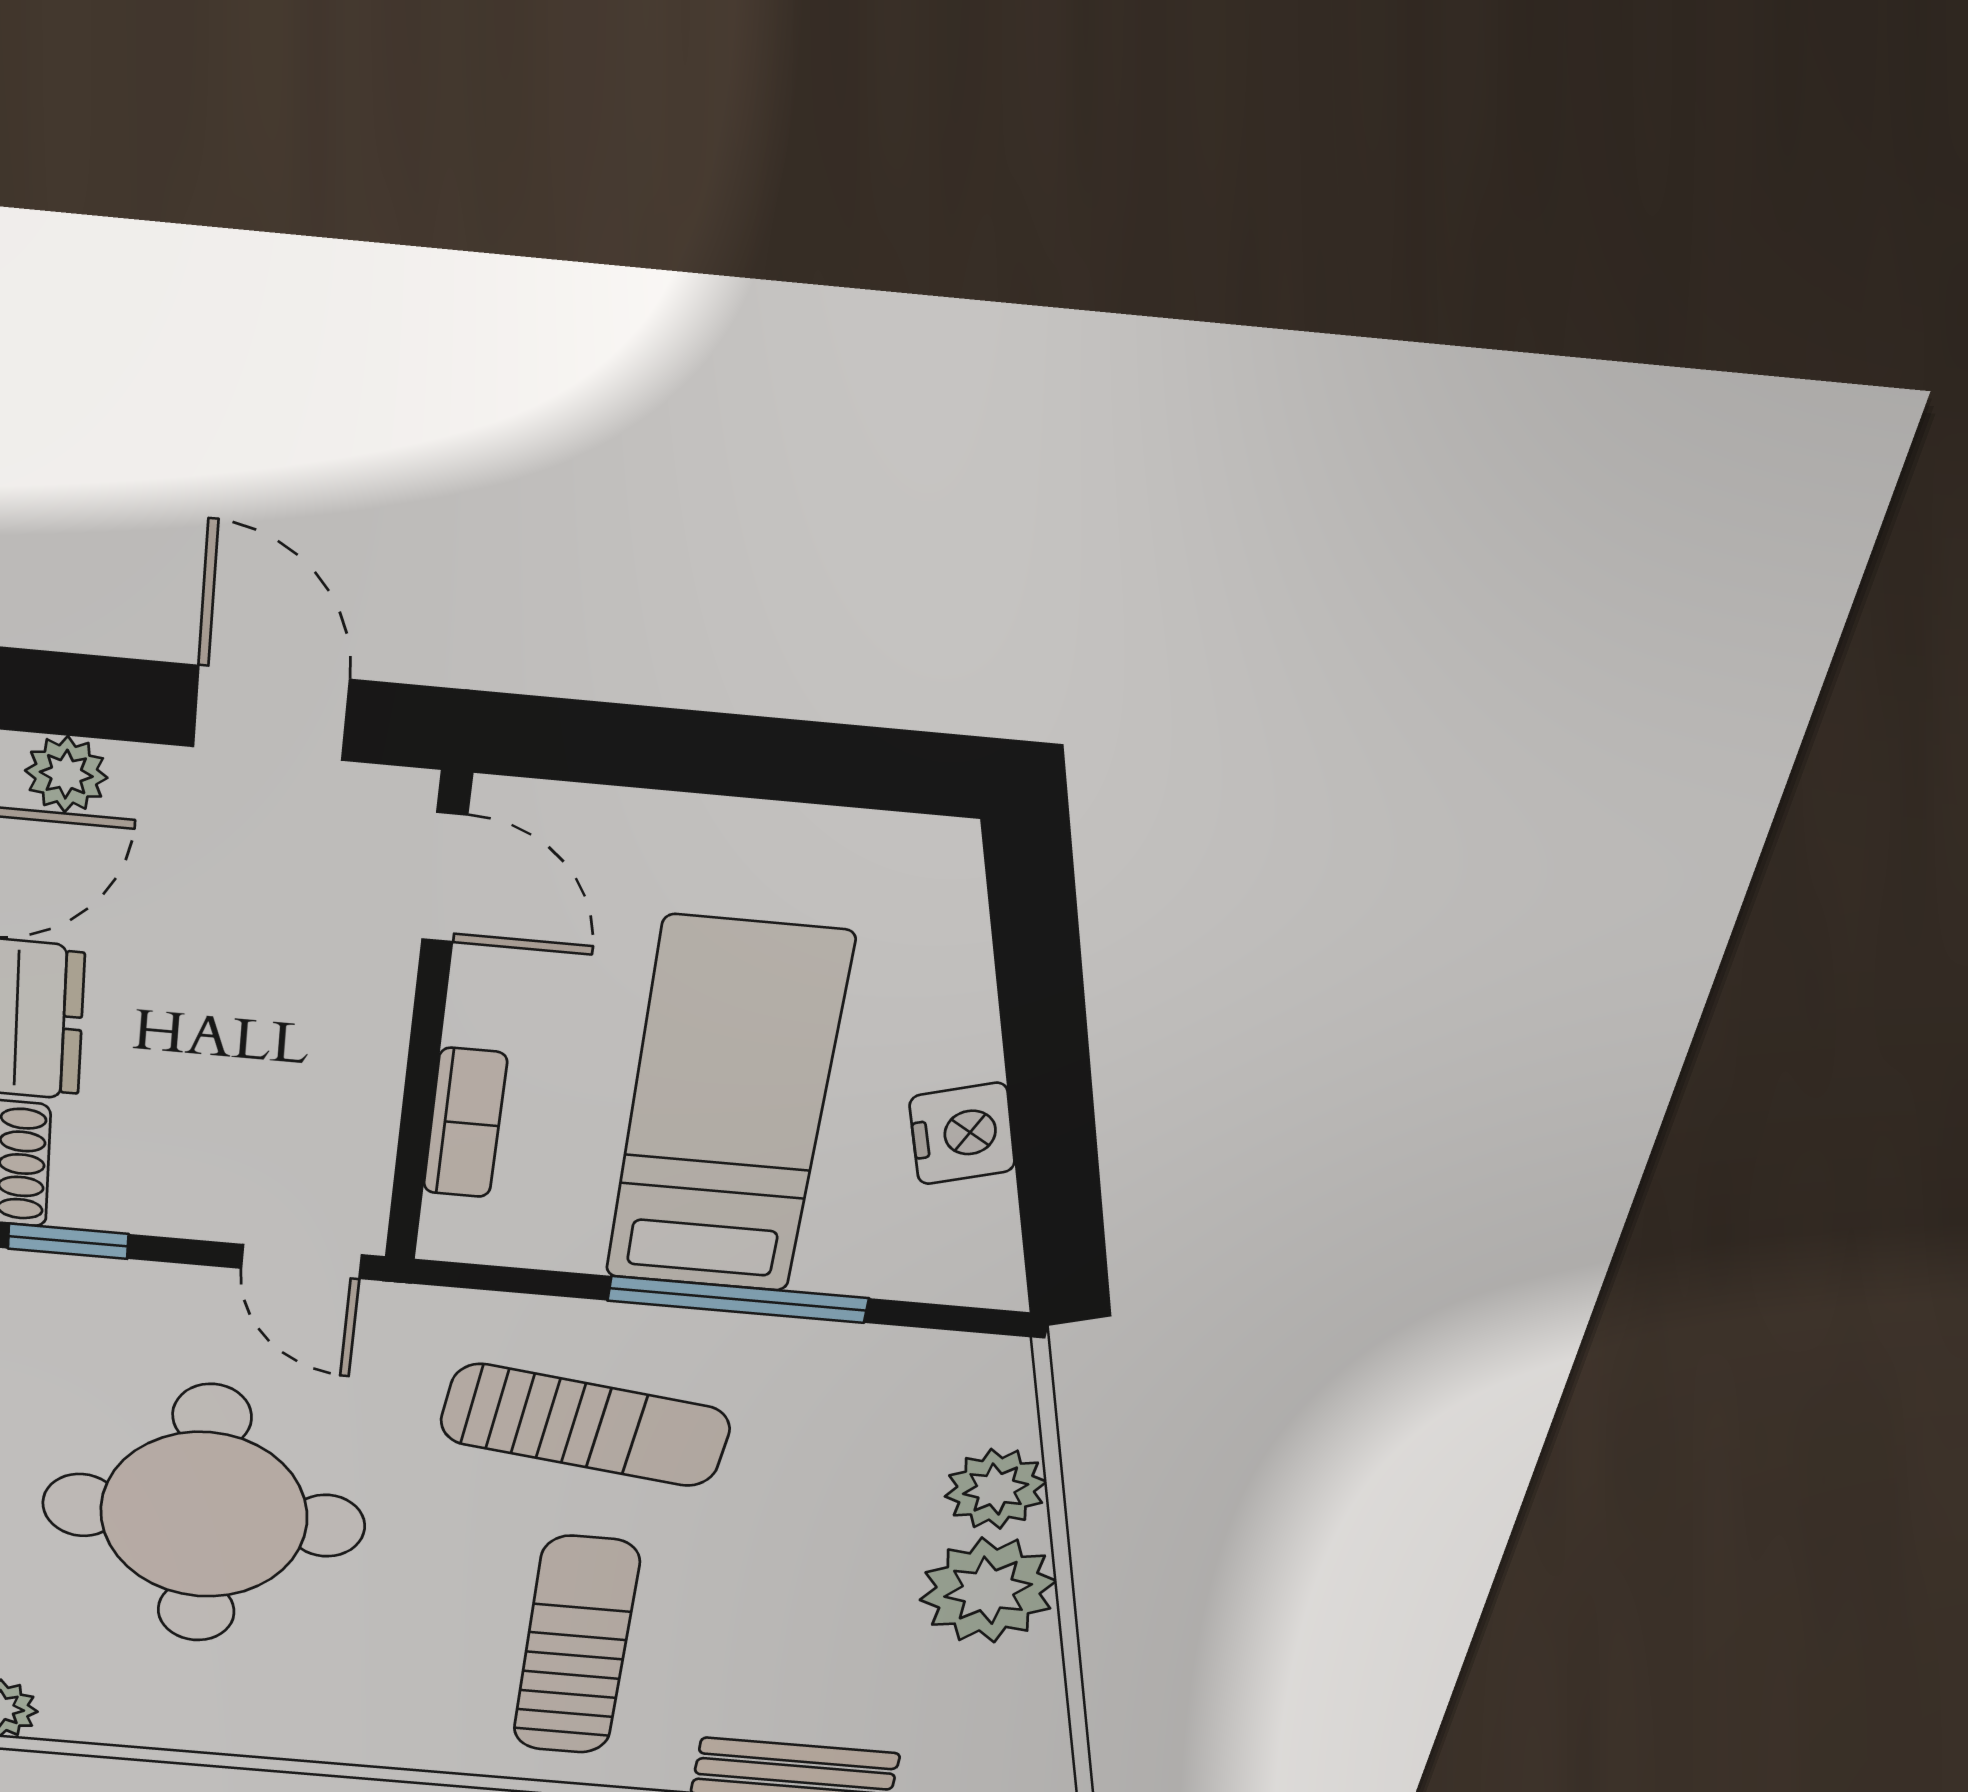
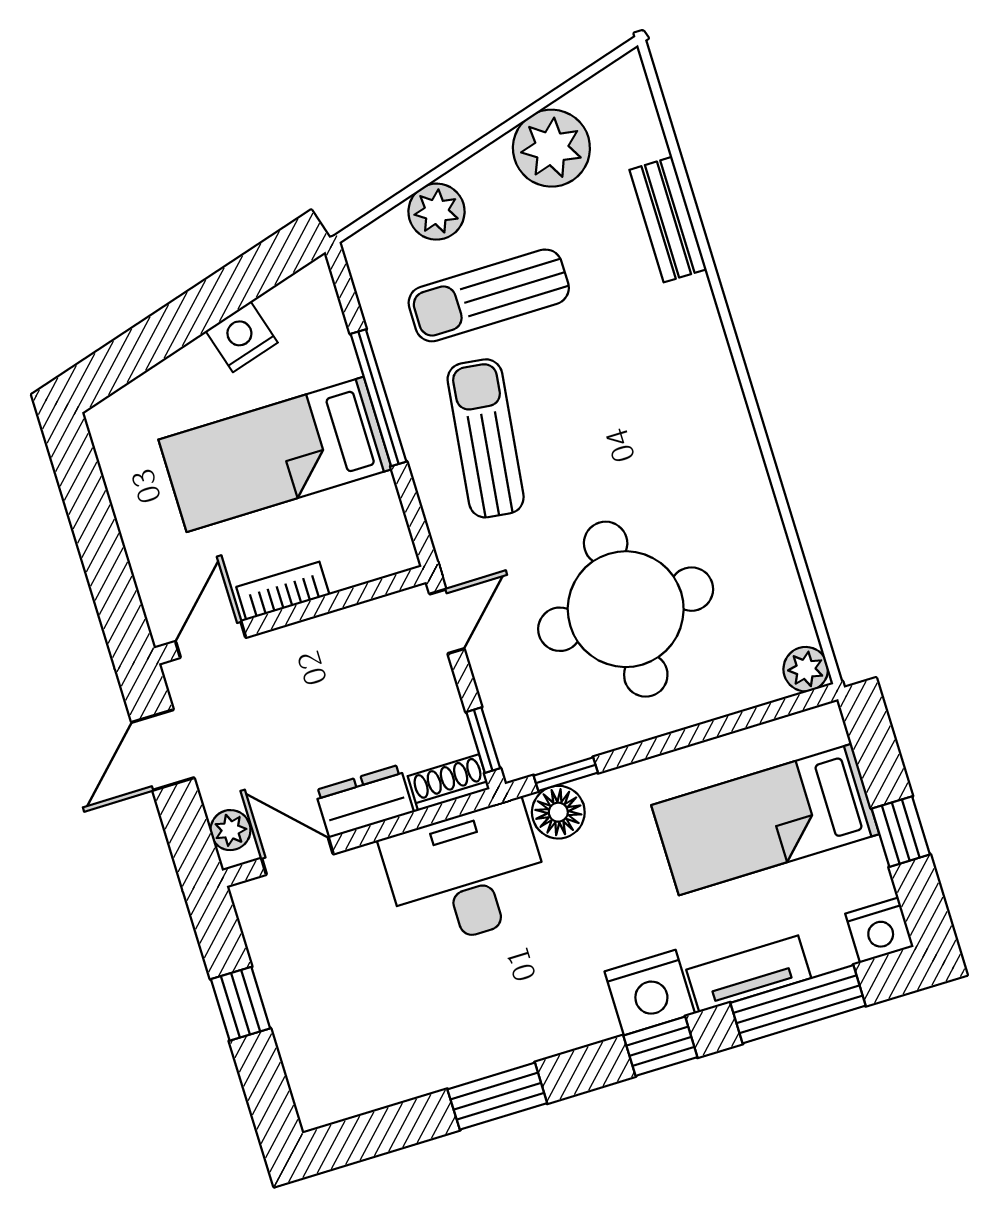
bookcase: (465, 1123) -> (283, 591), moved
plant: (988, 1590) -> (551, 148), moved
sun lounger: (576, 1646) -> (489, 295), moved

